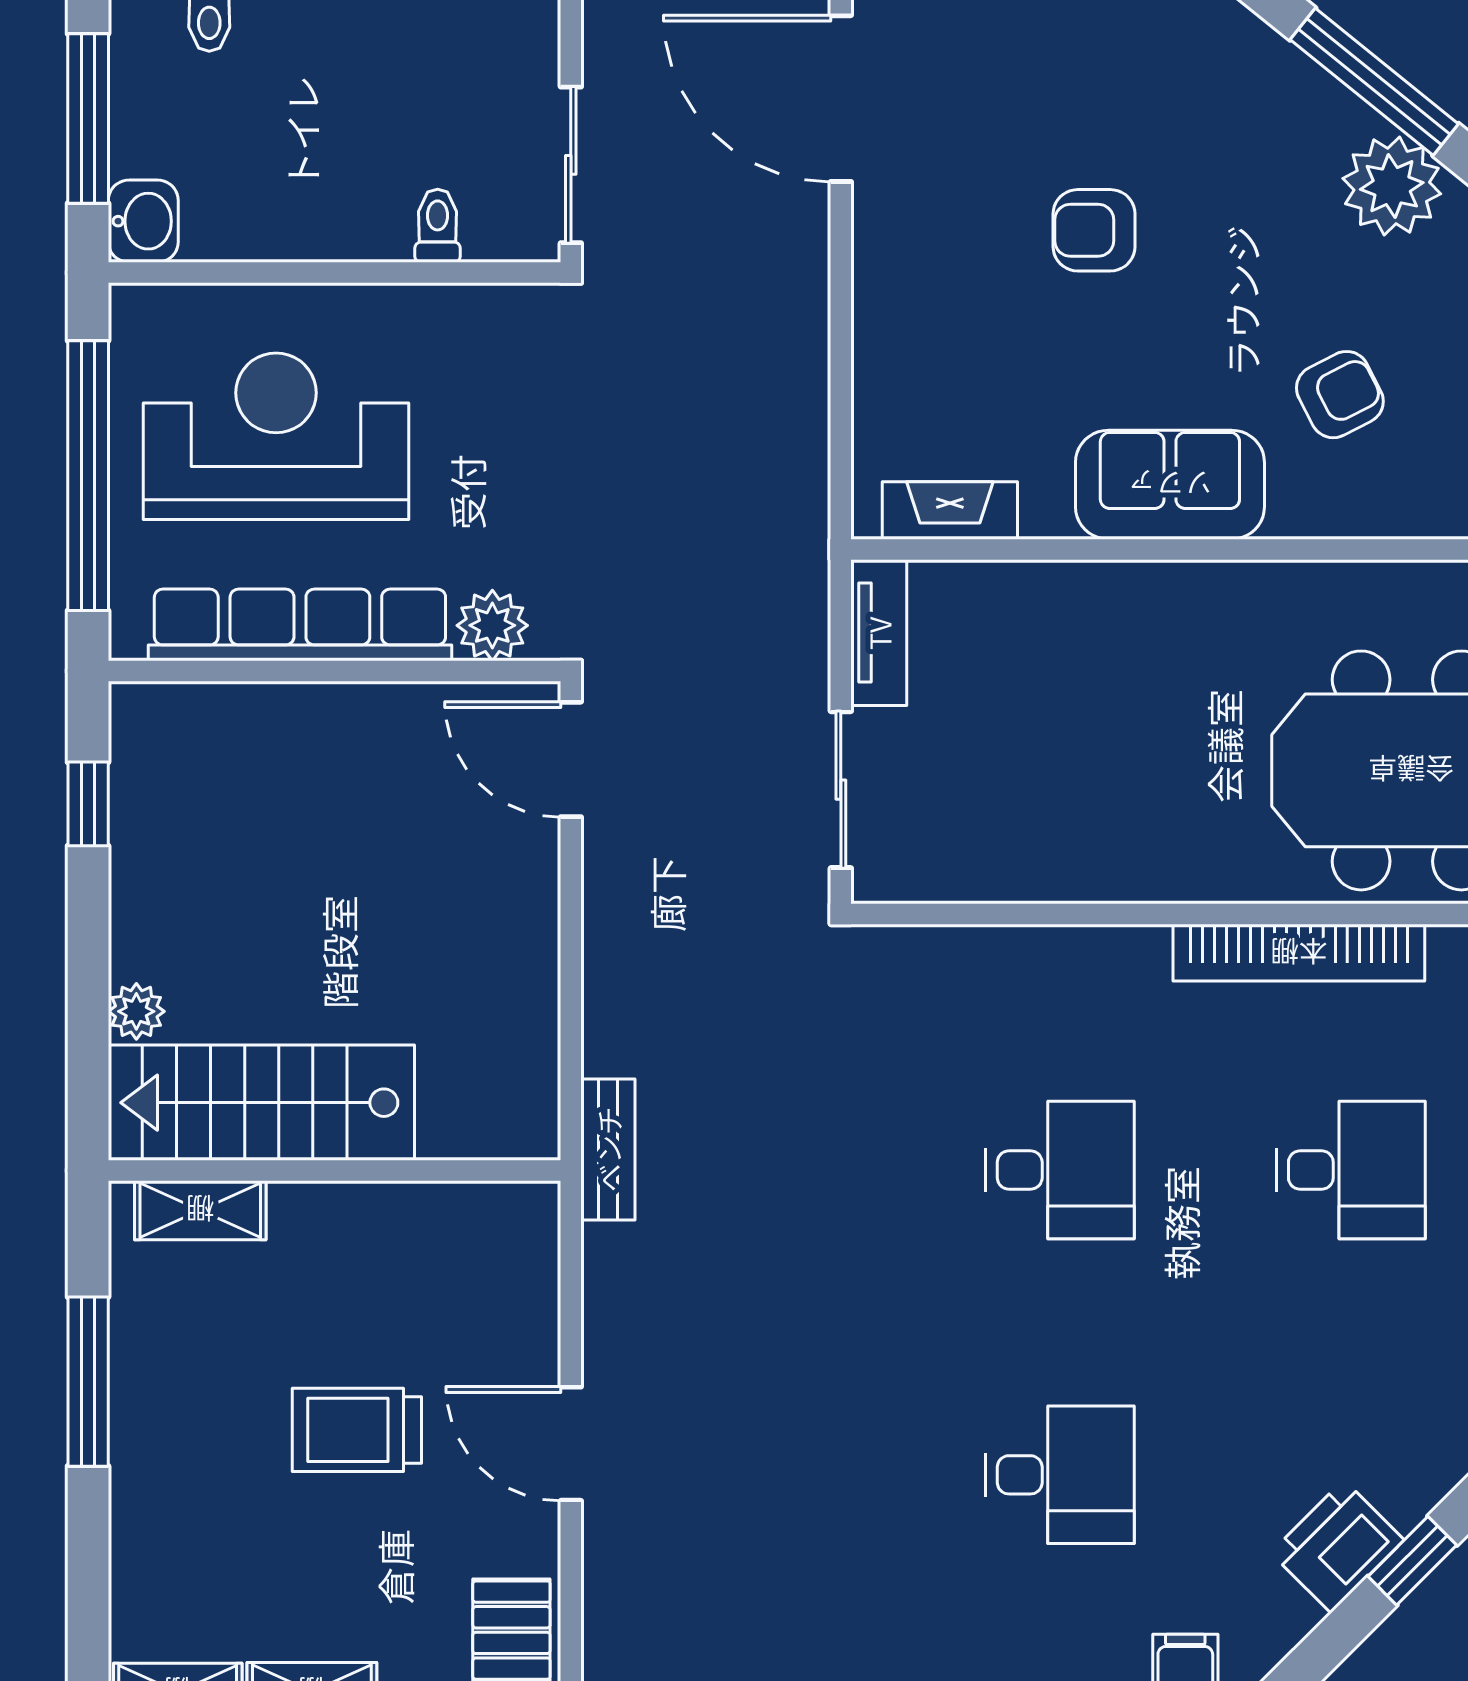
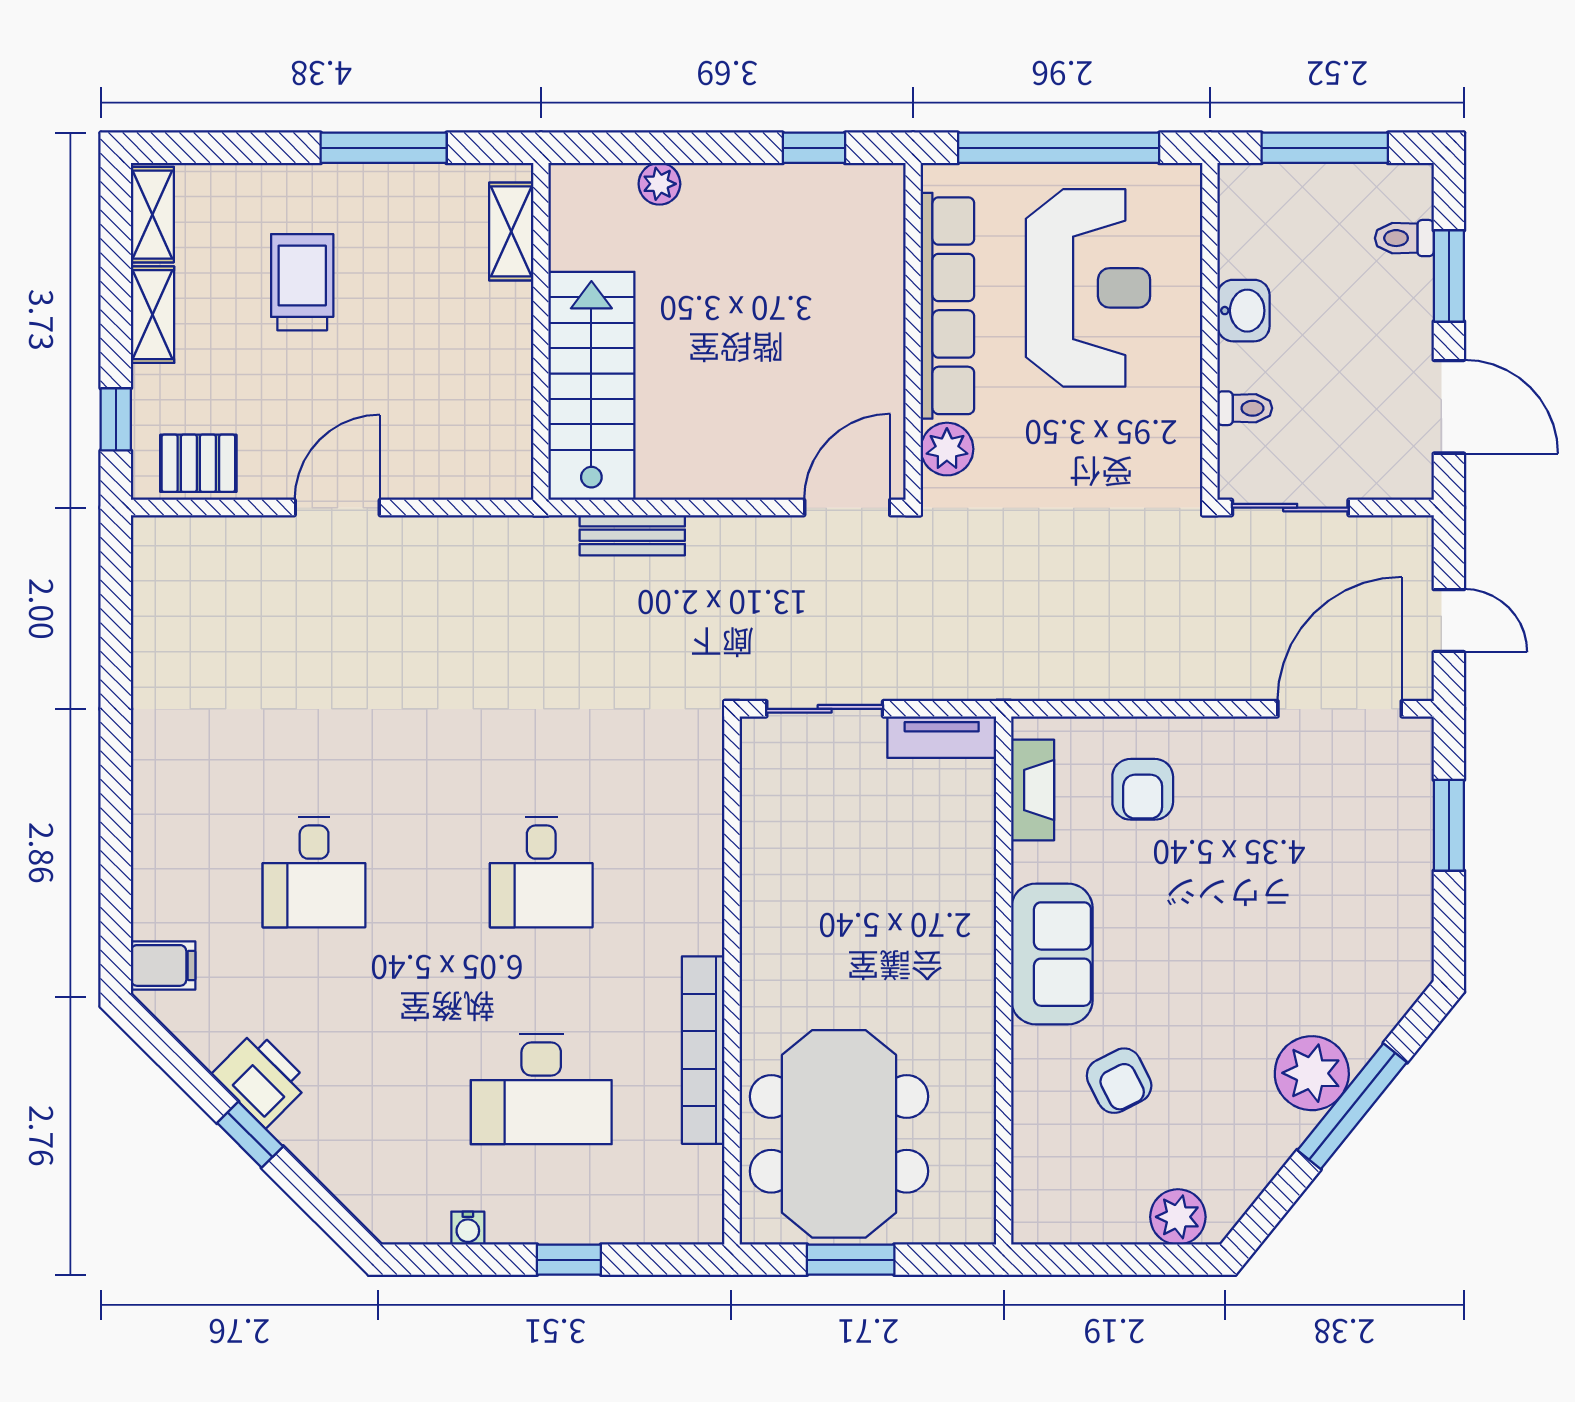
plant: (1392, 186) -> (1312, 1073), moved
washbasin: (143, 221) -> (1244, 311), moved, turned -90
armchair: (1094, 230) -> (1143, 789), moved, turned 180
stairs: (261, 1103) -> (591, 386), moved
bench: (608, 1149) -> (632, 535), moved
desk: (1351, 1170) -> (541, 1089), width x1.37
trolley: (357, 1430) -> (302, 282), moved

